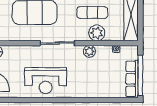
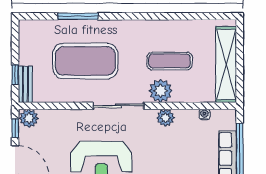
plant: (97, 33) -> (161, 91), moved

